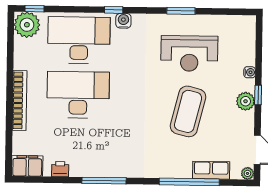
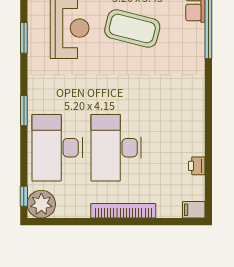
window: (114, 10) -> (24, 111), width x1.50
water cooler: (123, 21) -> (35, 100), removed
filing cabinet: (27, 166) -> (194, 210), width x0.50
window: (104, 181) -> (208, 118), removed

